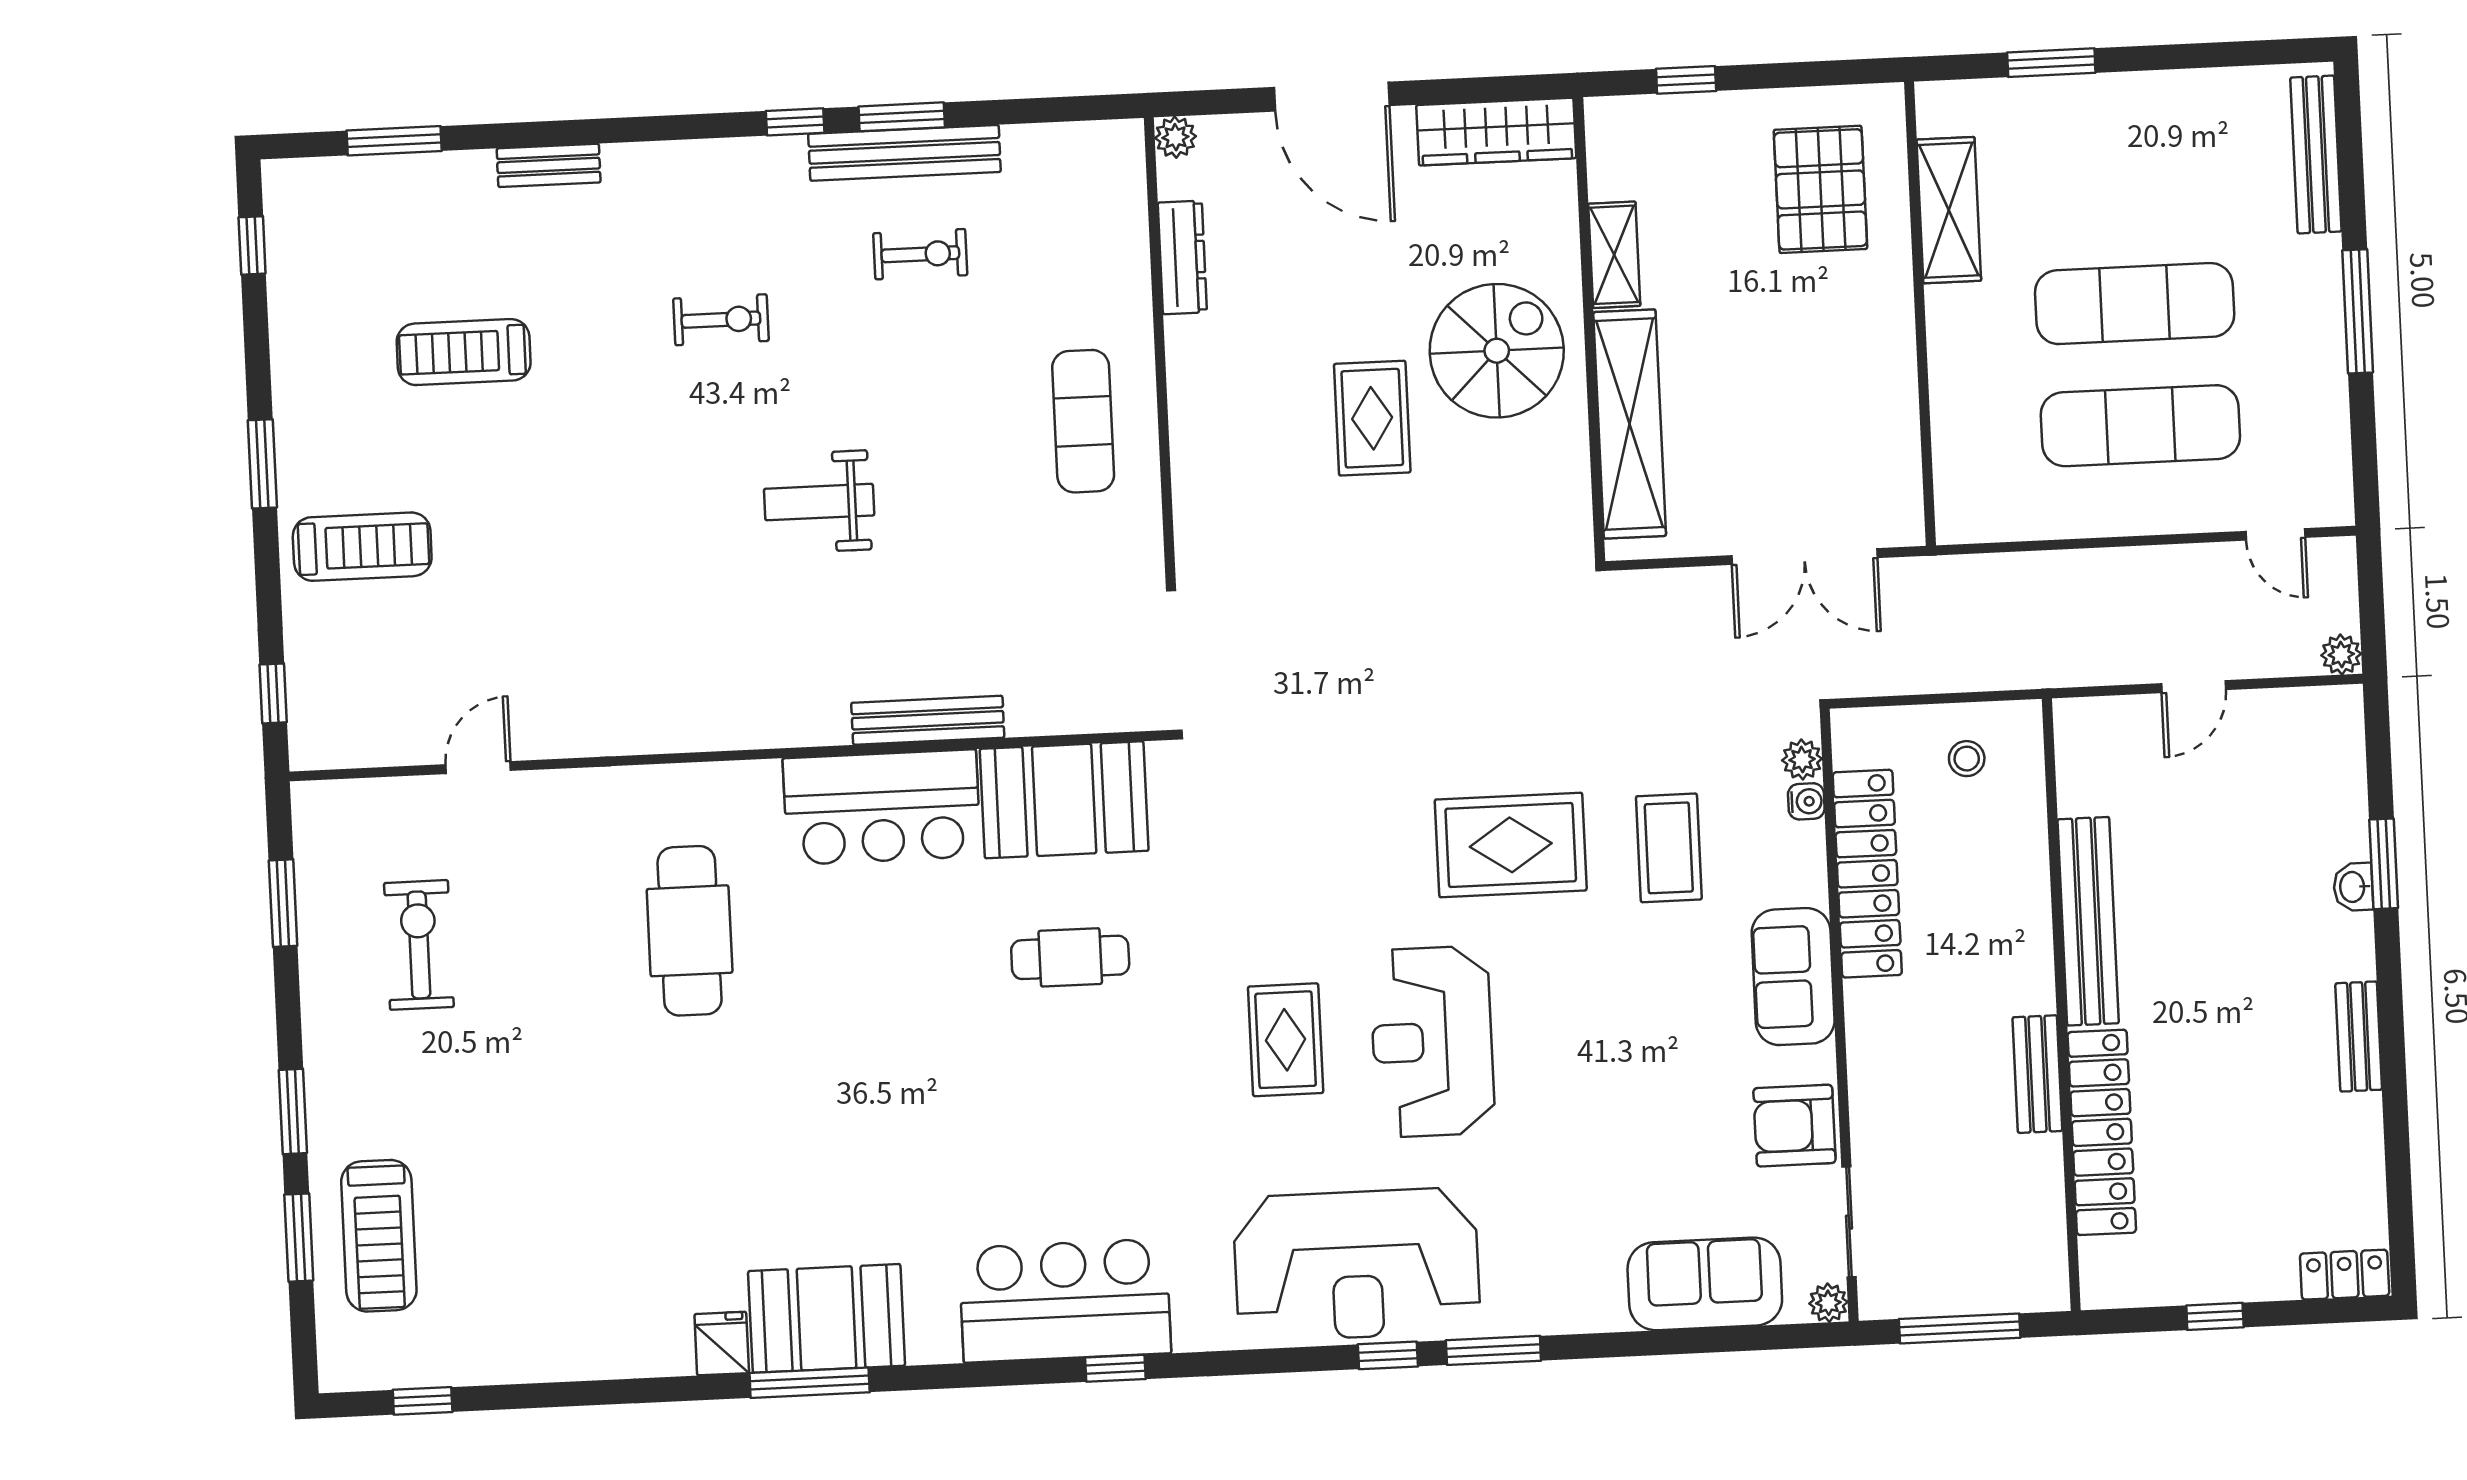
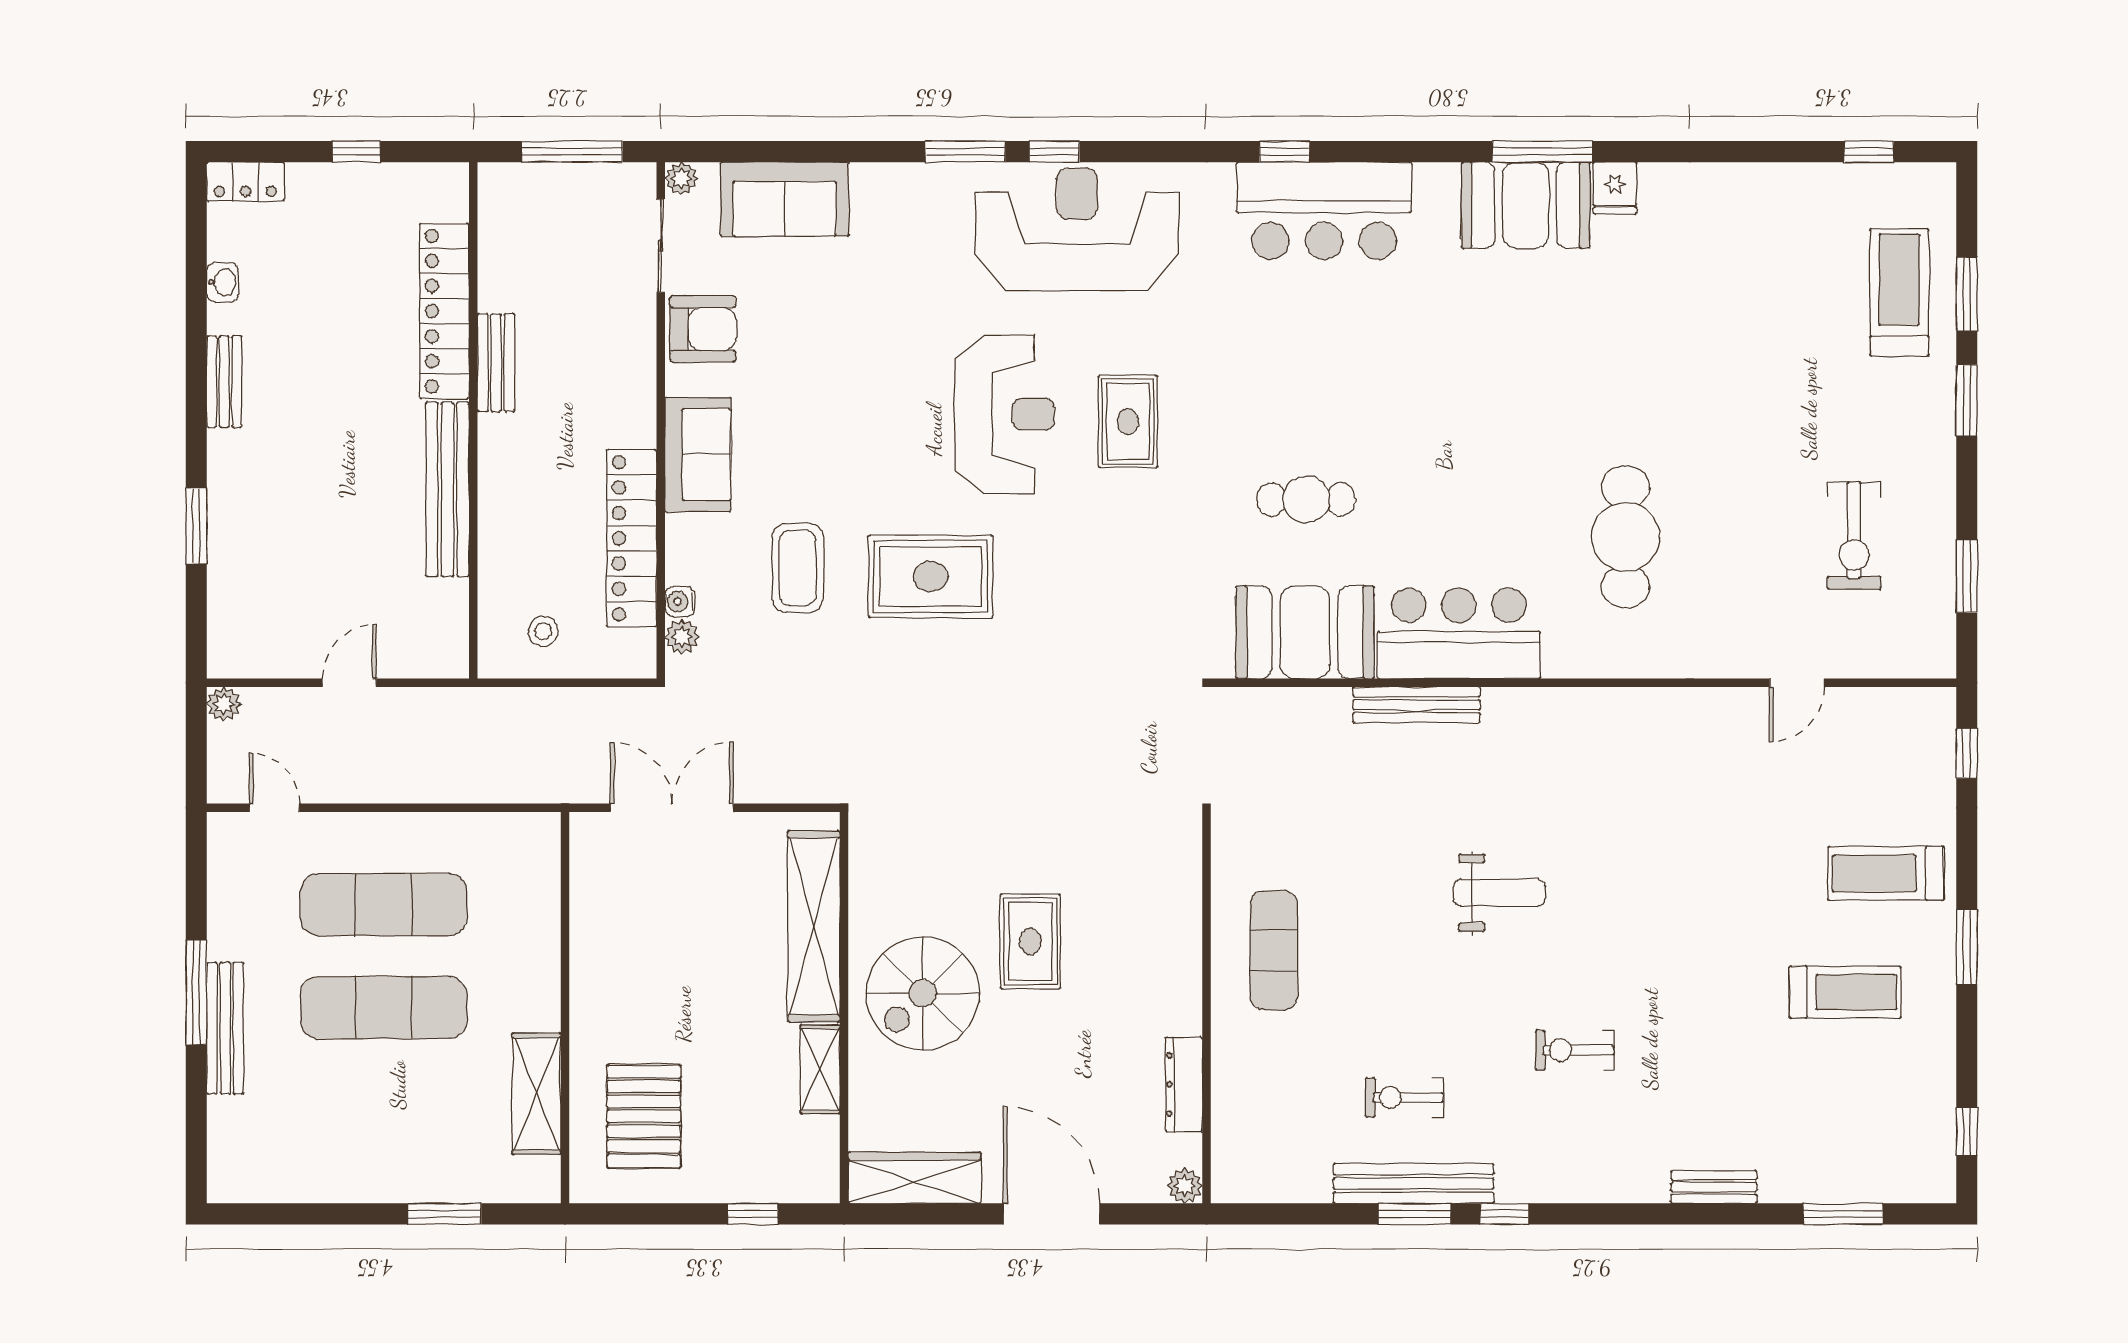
bench: (2316, 154) -> (225, 1028), moved
treadmill: (464, 352) -> (1845, 992), moved
washbasin: (2353, 887) -> (223, 282), moved

